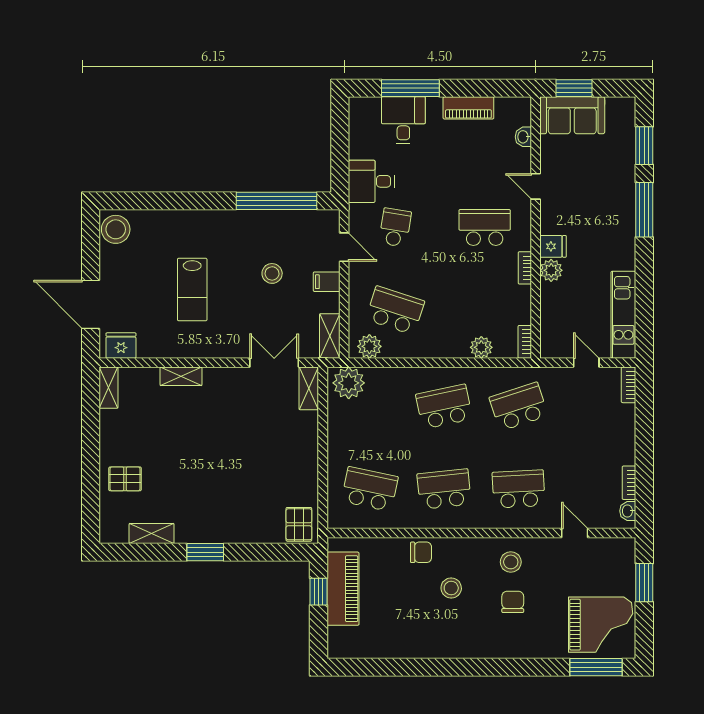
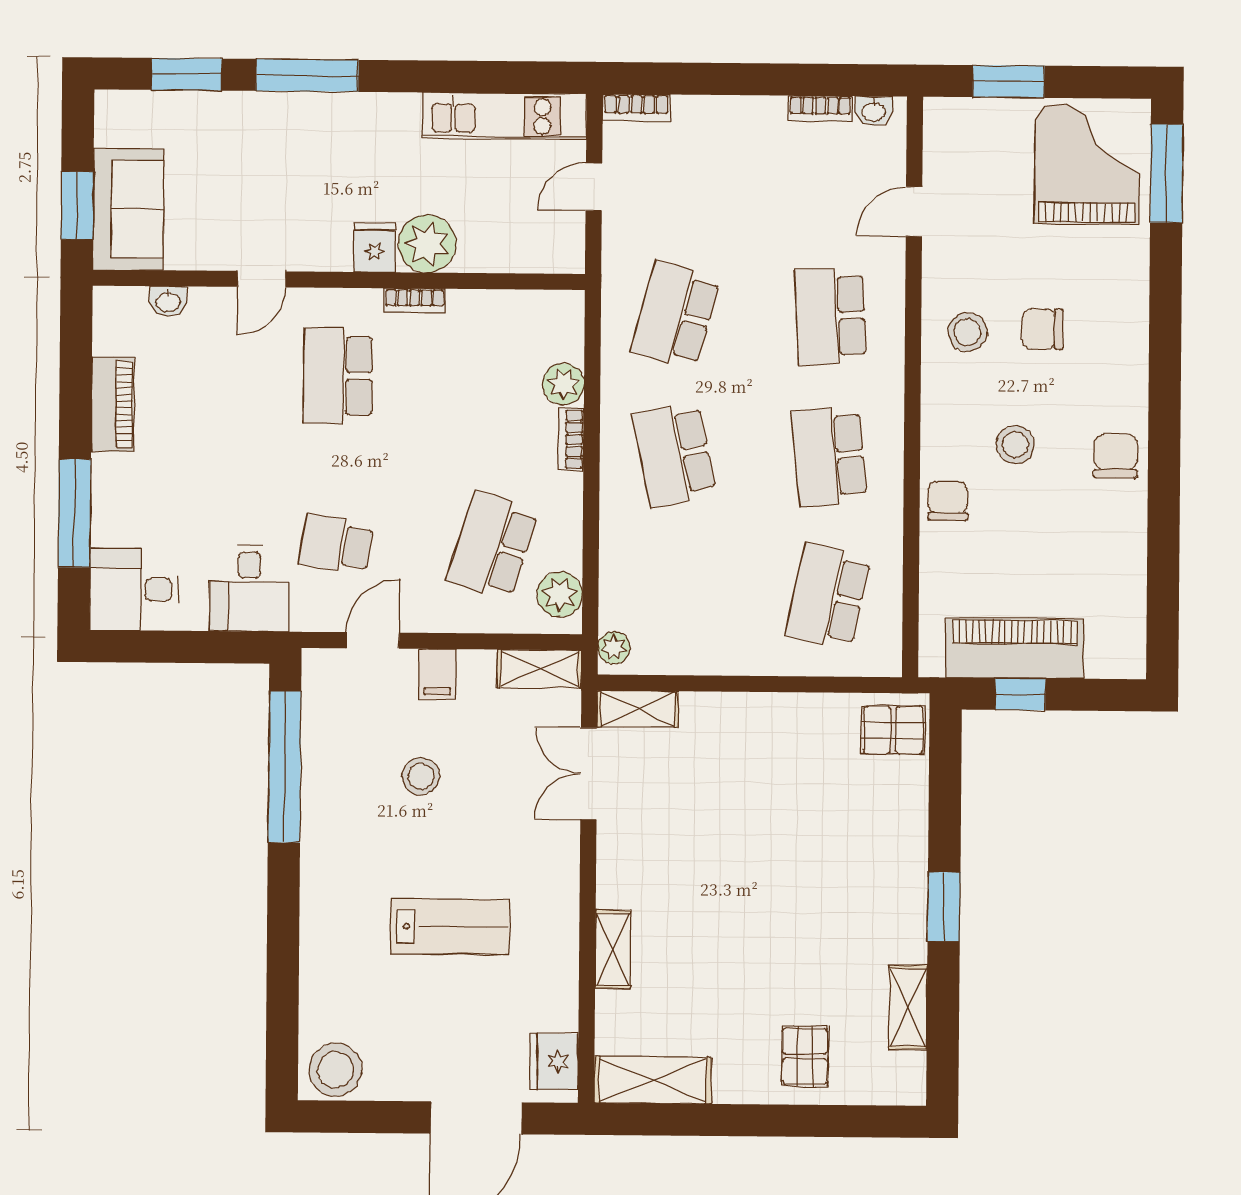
desk: (403, 120) -> (134, 589), moved
plant: (551, 270) -> (427, 244), width x1.36, depth x1.36
bookcase: (525, 342) -> (571, 439), moved, turned 90
plant: (349, 383) -> (614, 648), width x0.53, depth x0.53
shelving: (109, 388) -> (653, 1080), width x1.50, depth x1.33
school desk: (519, 407) -> (675, 315), turned 33
chair: (445, 641) -> (1116, 456), added

